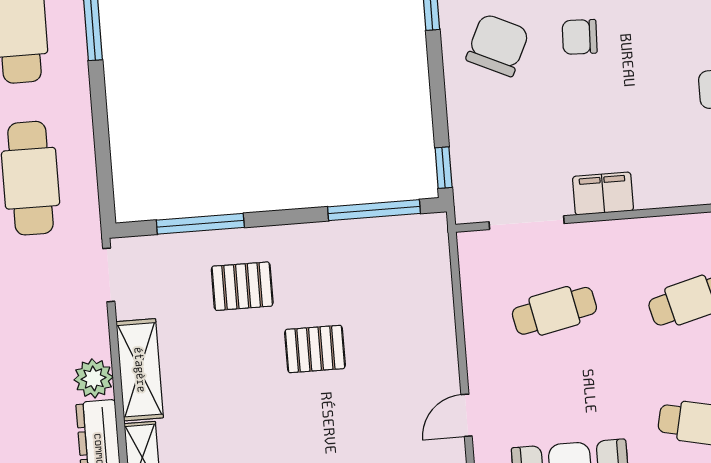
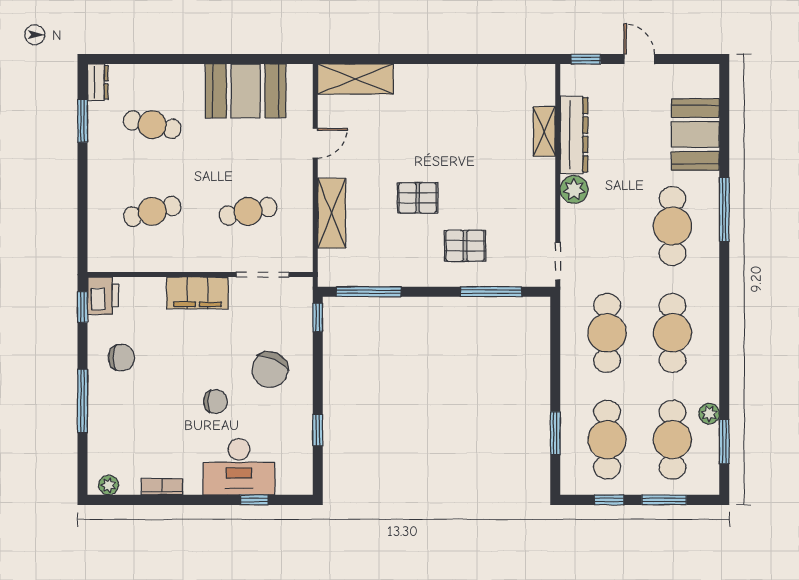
chair: (498, 45) -> (270, 370), moved
filing cabinet: (603, 194) -> (197, 293), width x1.50, depth x1.17
shelving: (140, 370) -> (332, 213), moved

